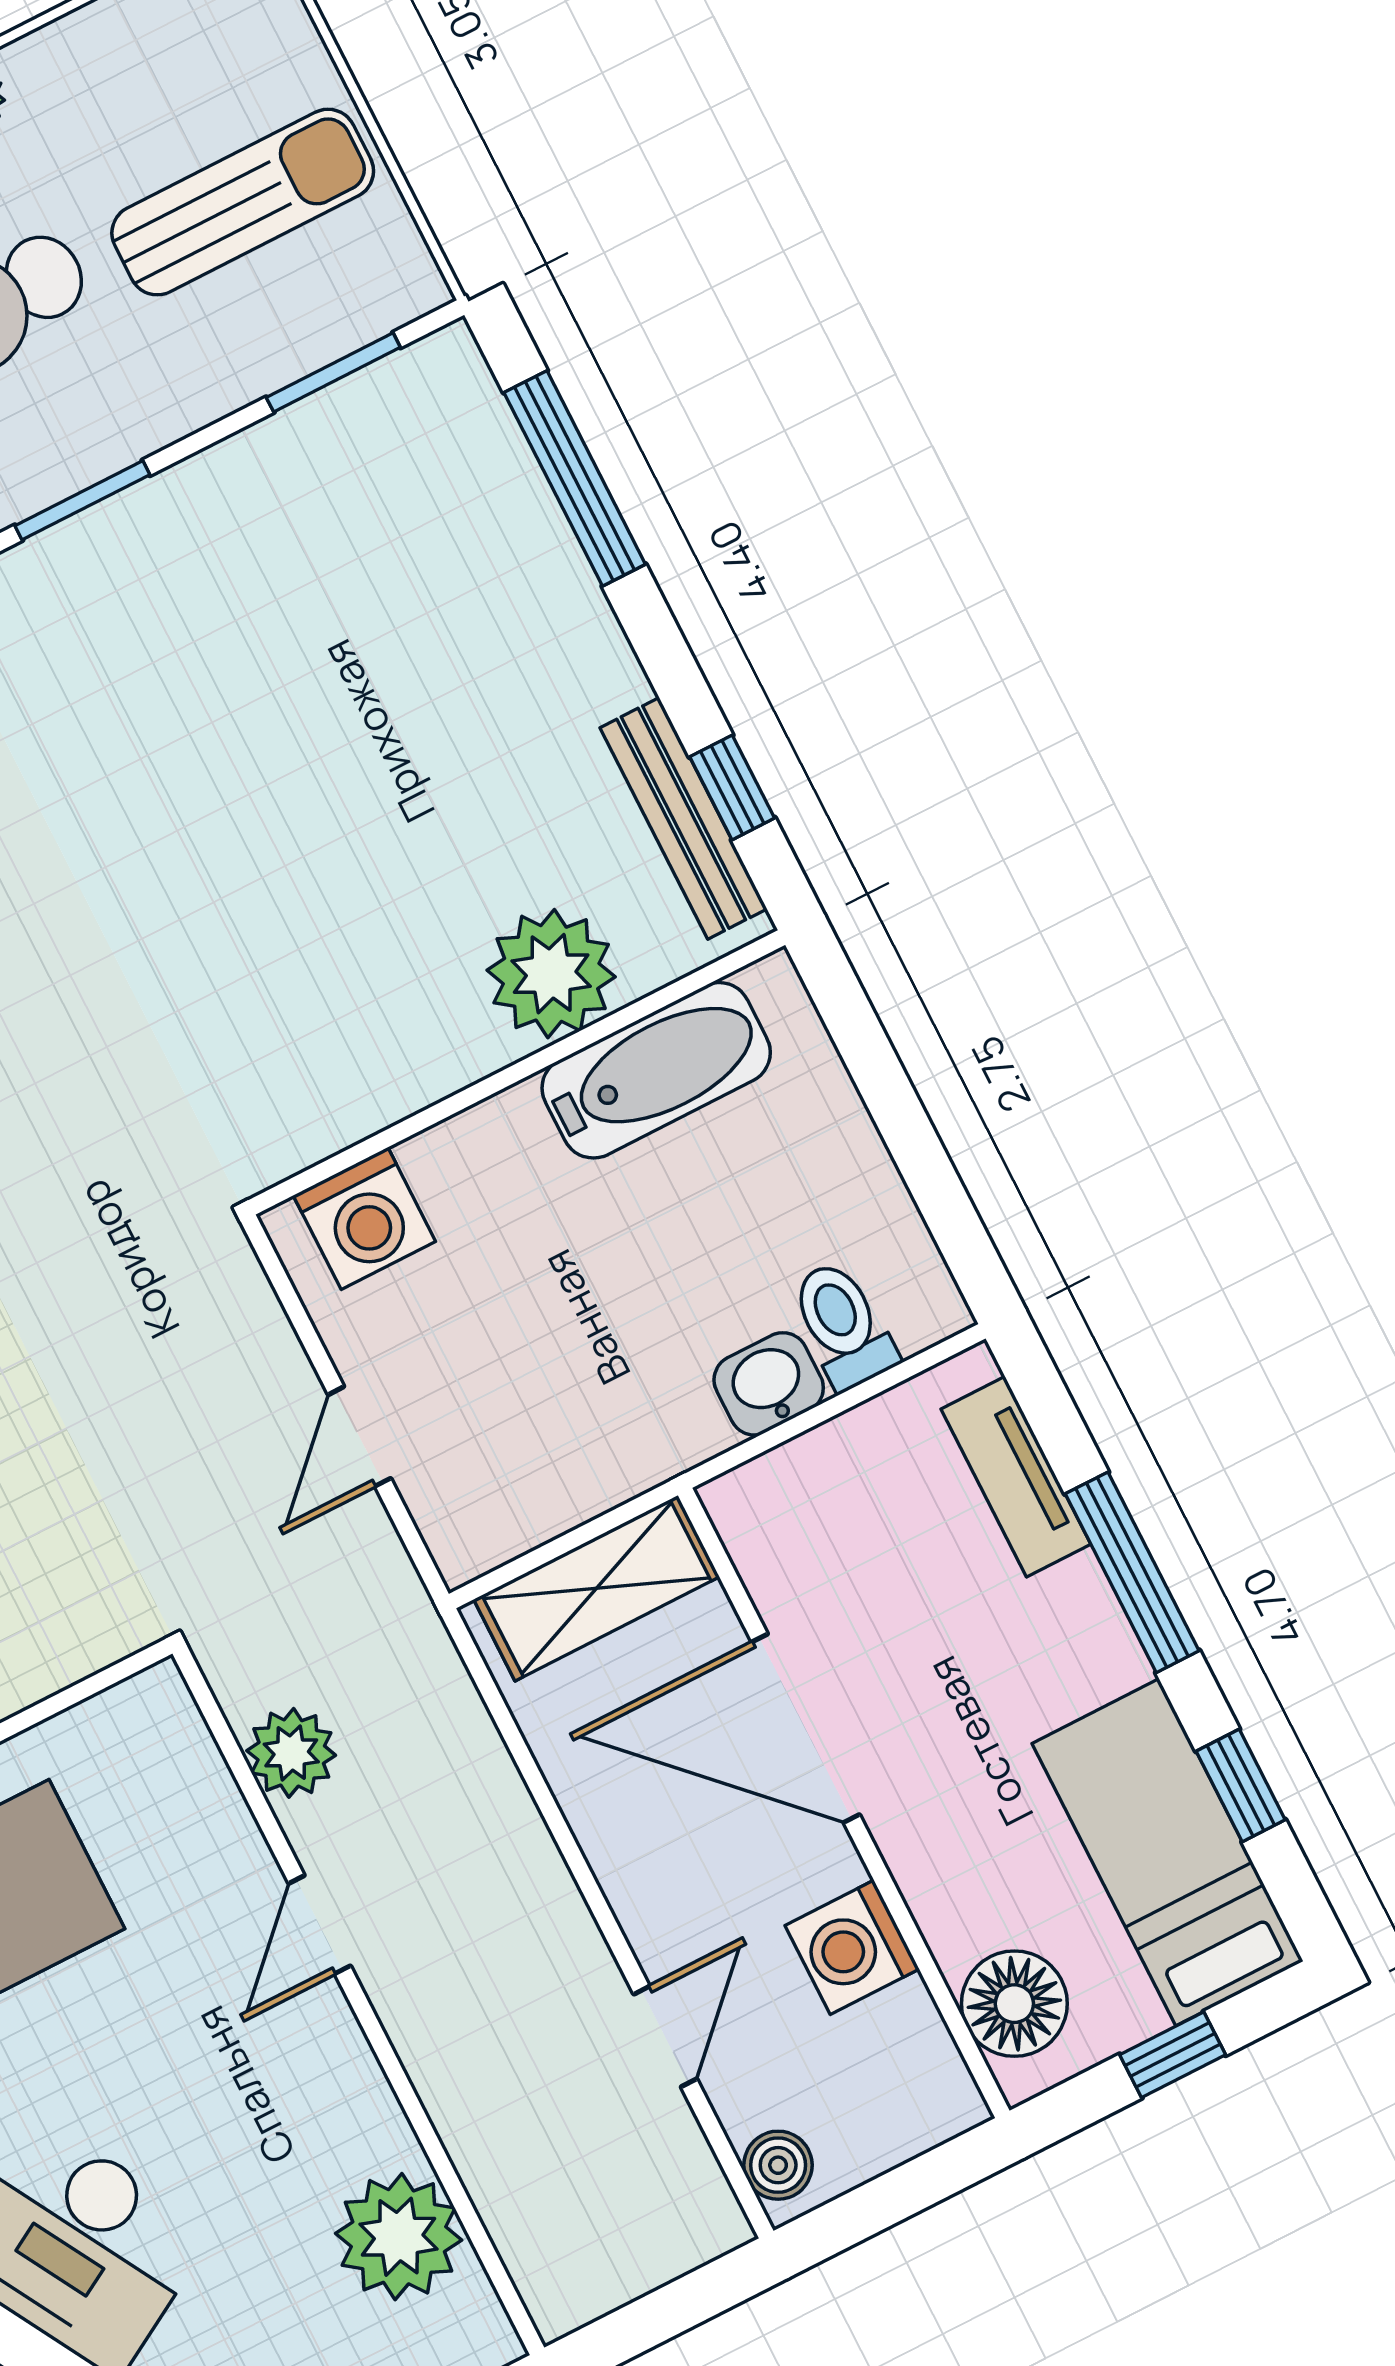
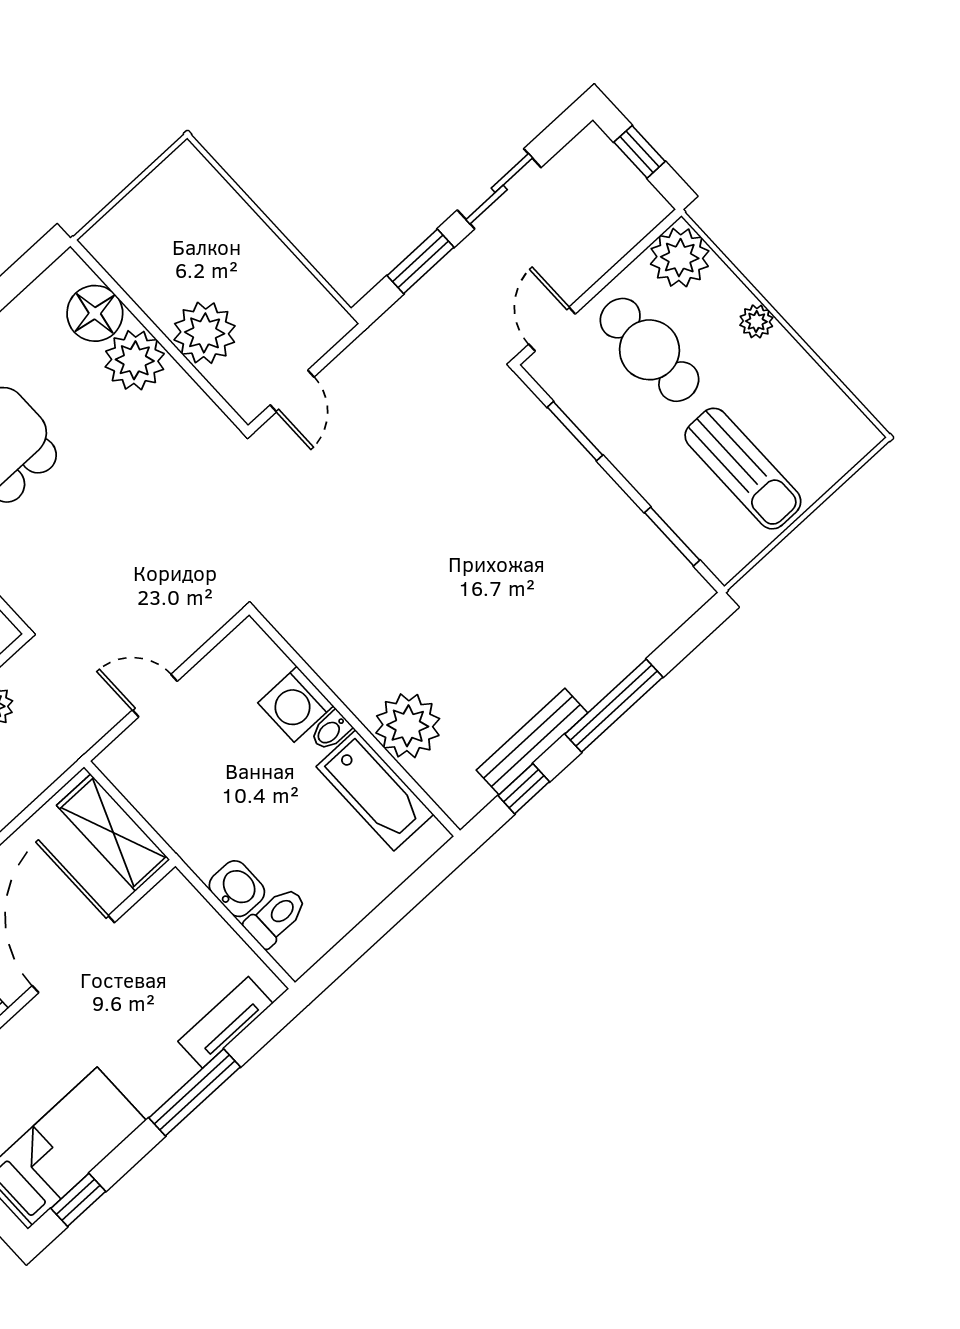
window: (575, 478) -> (614, 706), moved
bench: (683, 818) -> (532, 741), moved
bidet: (520, 1122) -> (331, 731), added
washing machine: (364, 1218) -> (296, 704), moved
window: (1241, 1786) -> (78, 1200), moved

